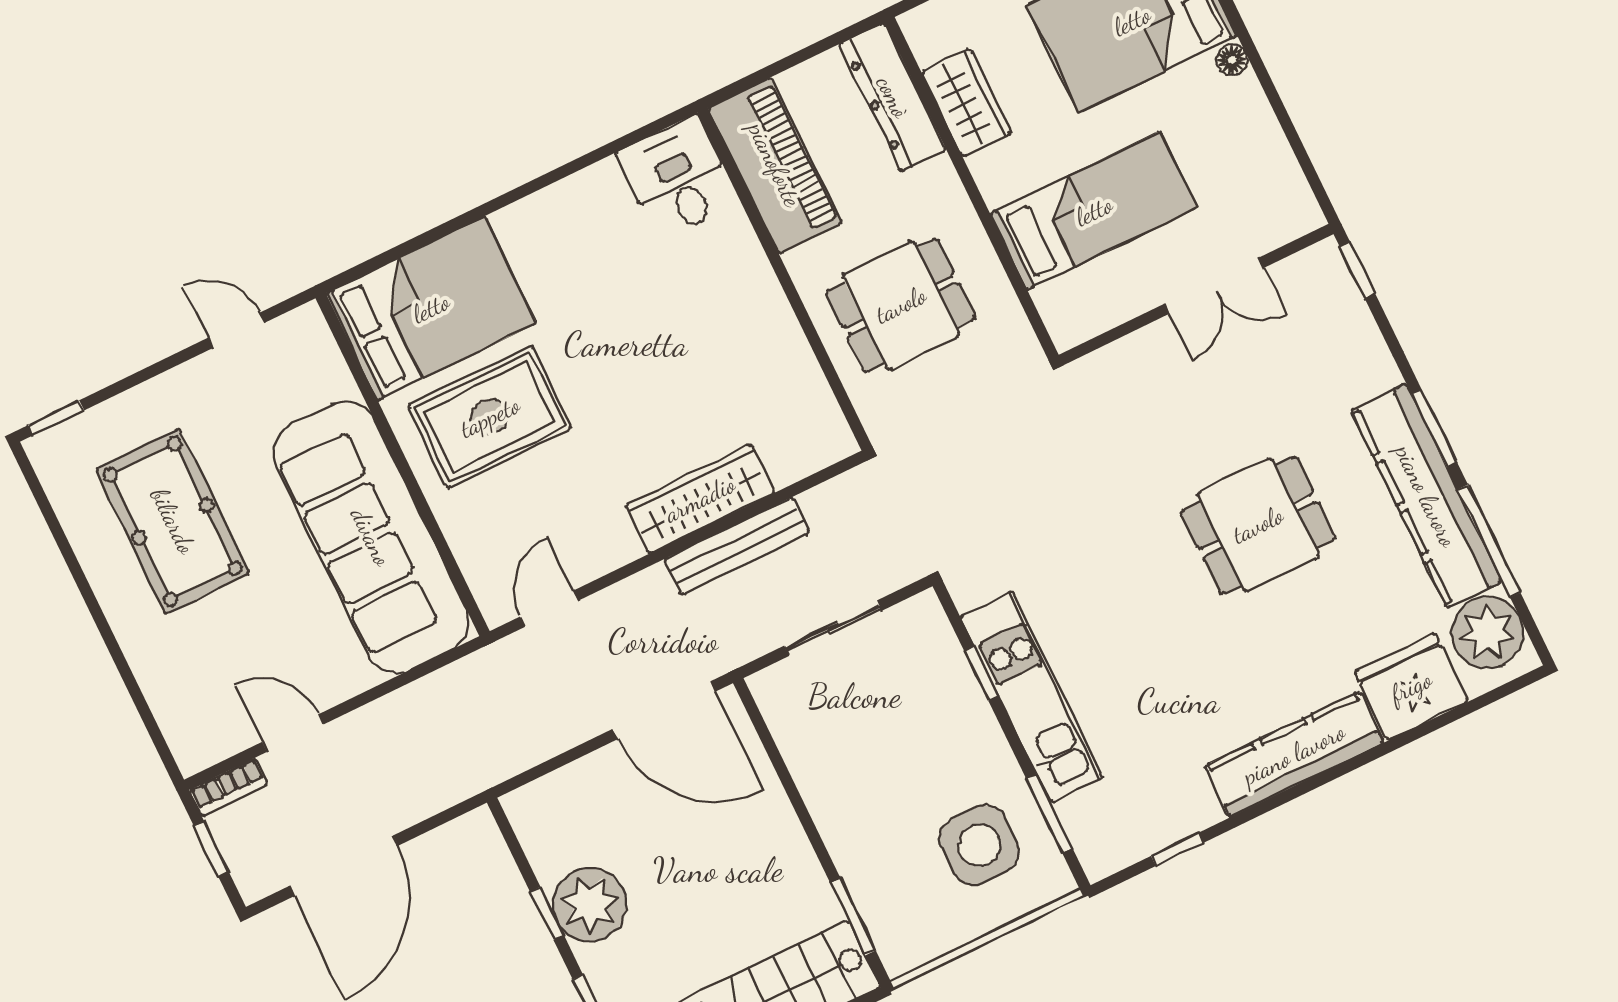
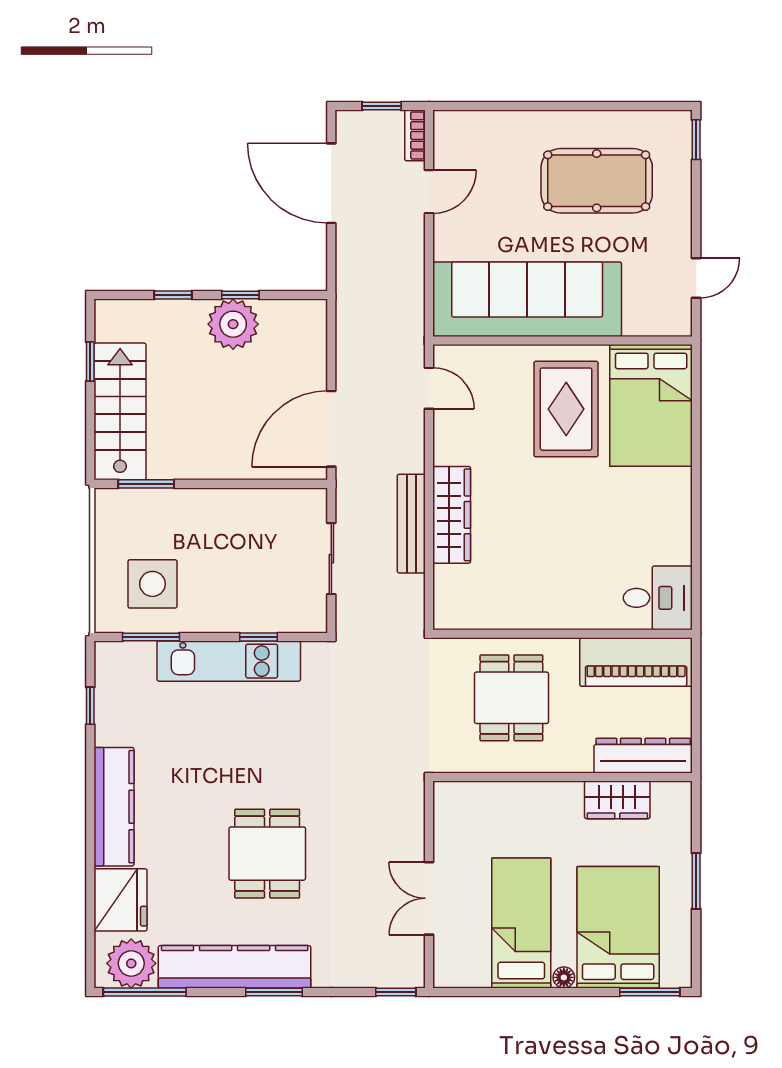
bed: (1094, 211) -> (521, 923), moved, turned 180
window: (1489, 541) -> (145, 992), moved

